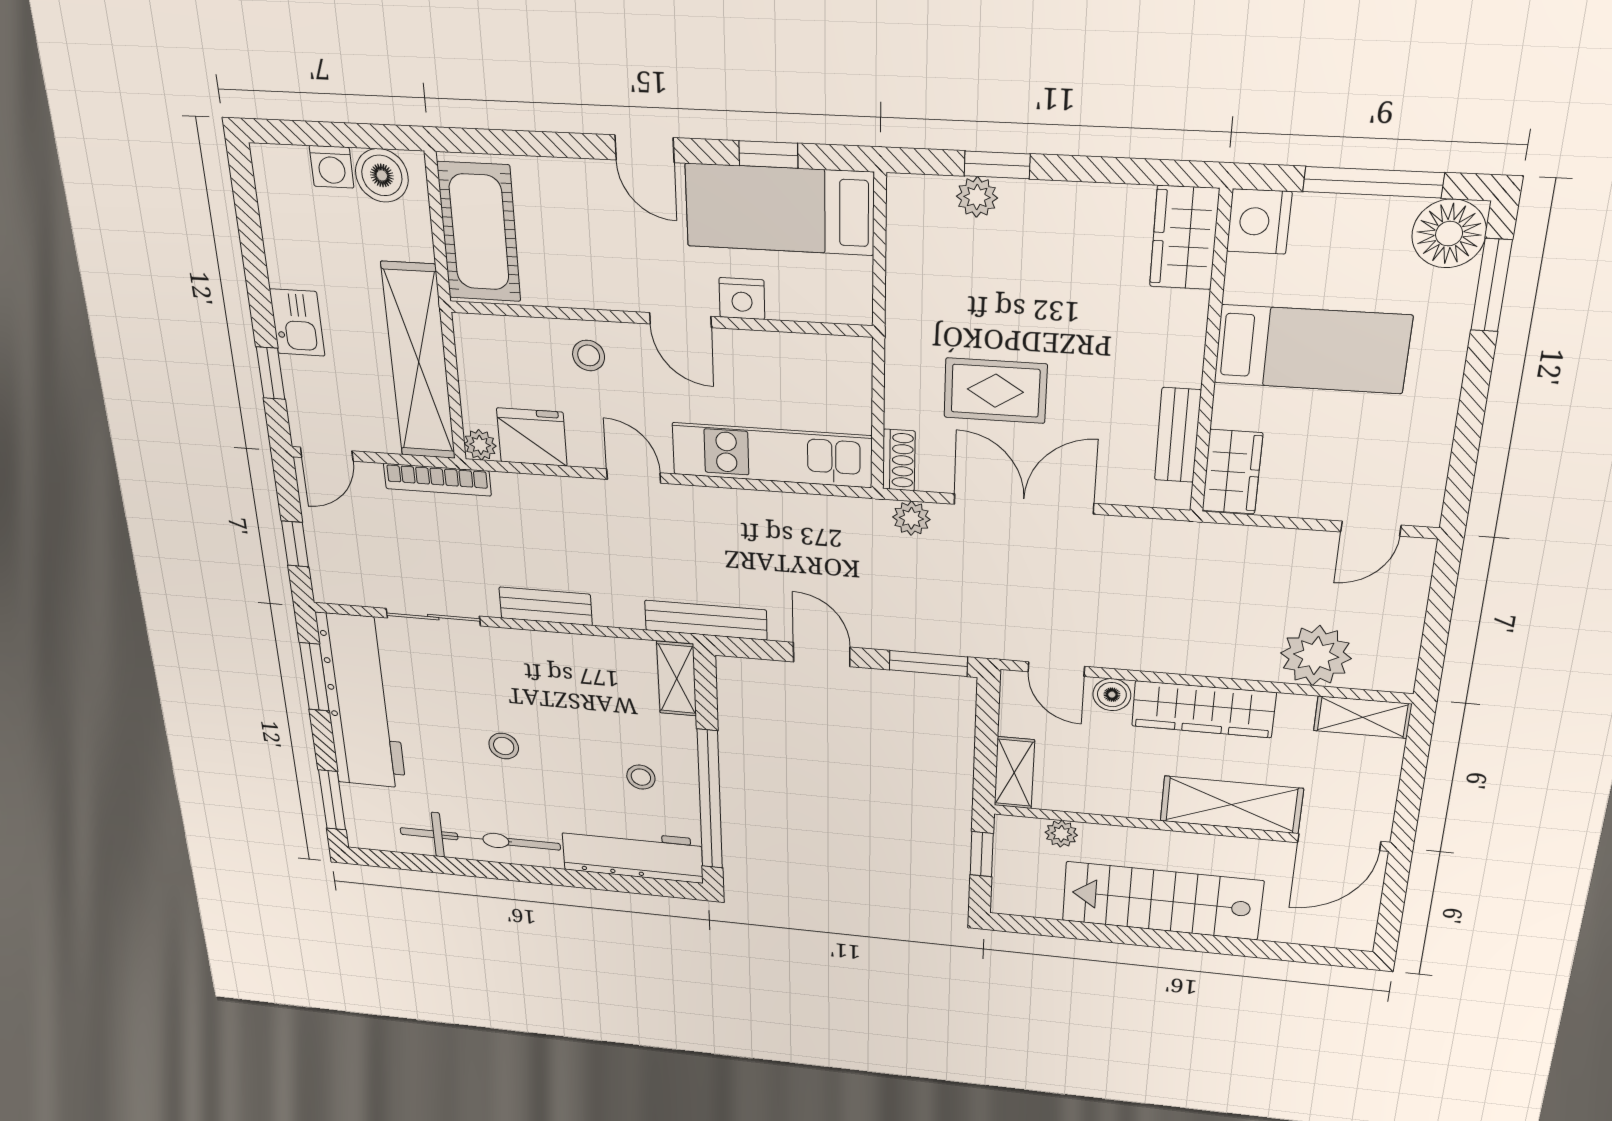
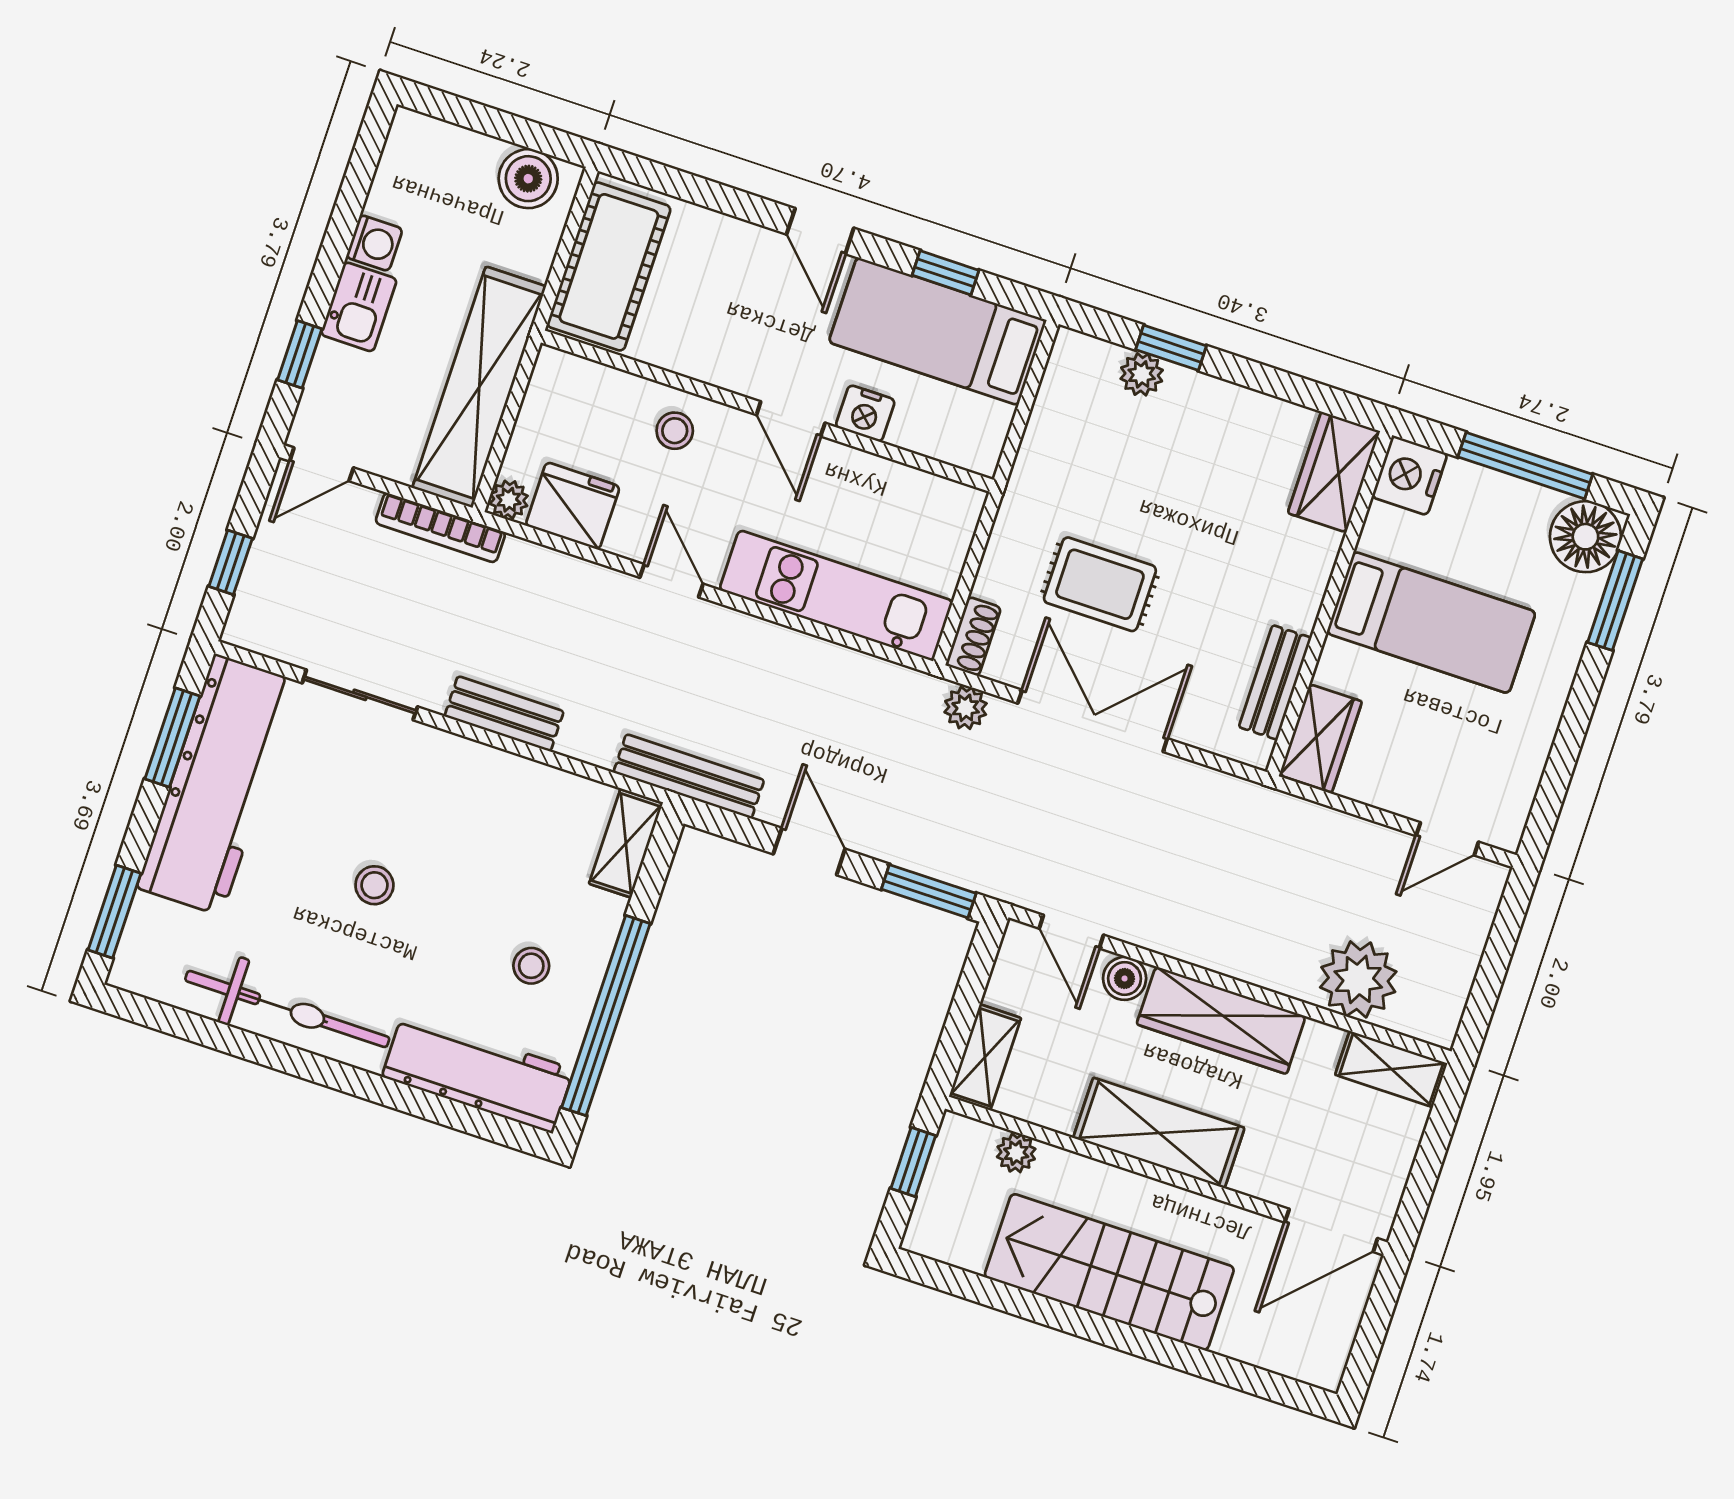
washing machine: (332, 167) -> (374, 243), moved, turned -90
shelving: (1231, 805) -> (1159, 1133), moved

